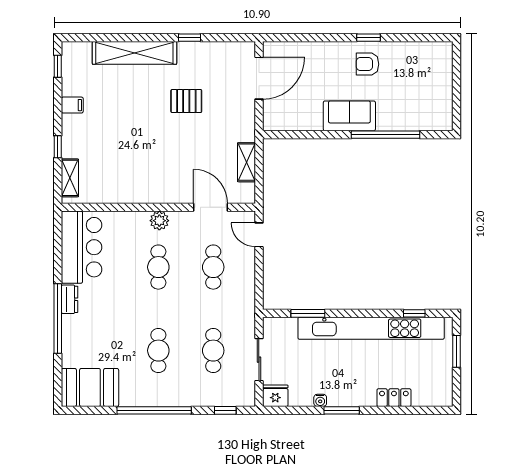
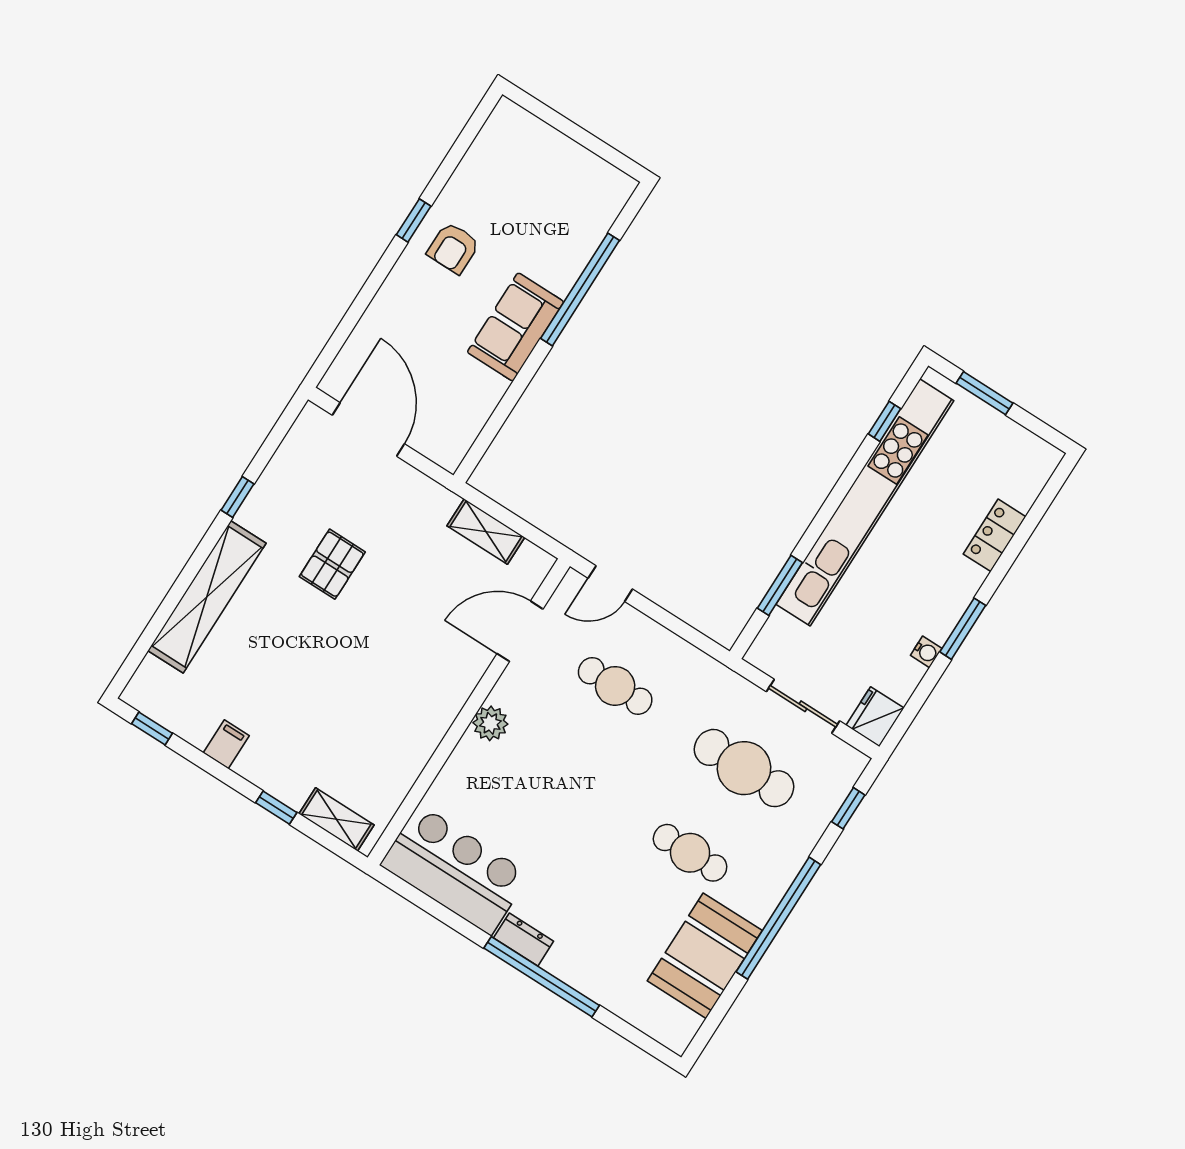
cafe table: (158, 267) -> (561, 771), removed
cafe table: (213, 351) -> (744, 768), width x1.37, depth x1.35
booth: (90, 388) -> (705, 956), moved

